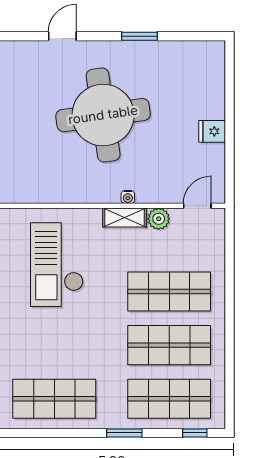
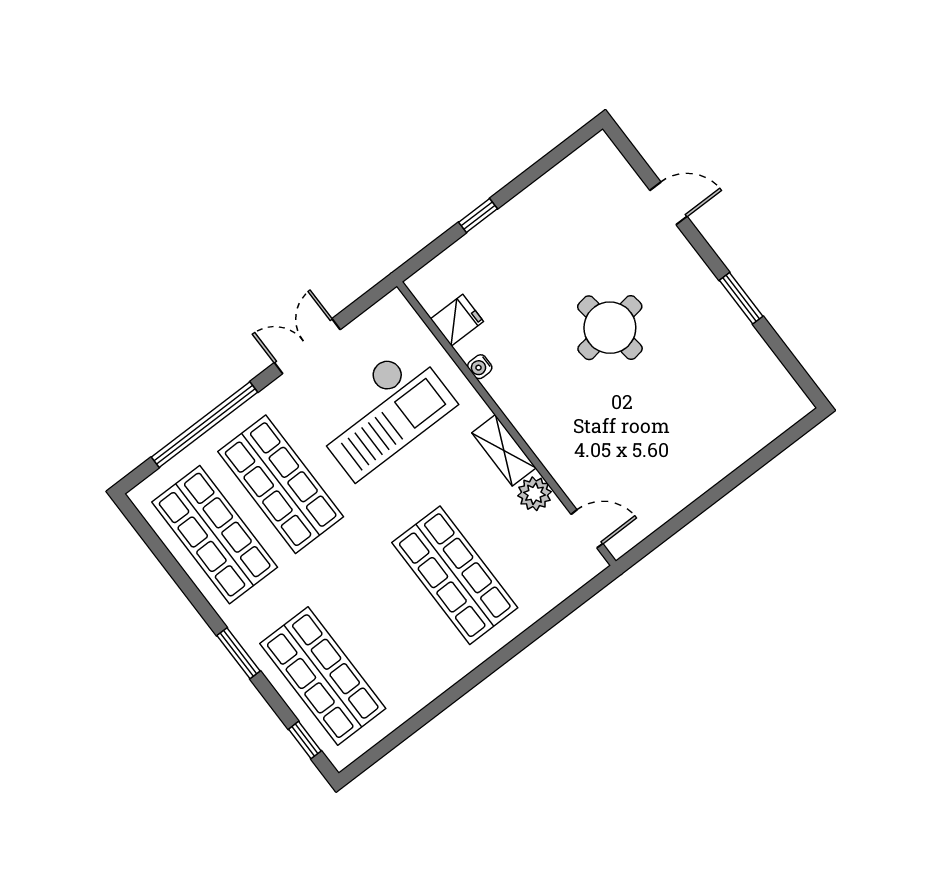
round table: (103, 115) -> (610, 328), width x0.54, depth x0.54
fridge: (212, 131) -> (457, 320), moved, turned 90
water cooler: (128, 197) -> (480, 367), moved
checkout: (57, 265) -> (382, 412), turned 180
shop shelf: (169, 345) -> (281, 484), moved

